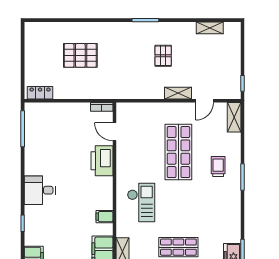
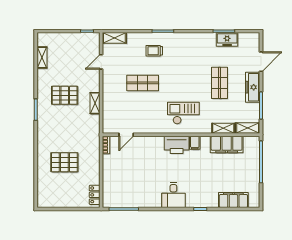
pallet: (80, 55) -> (64, 162), turned 90
pallet: (163, 56) -> (65, 95), width x1.50, depth x1.42
shelving: (178, 93) -> (95, 103), moved
door: (204, 101) -> (101, 62), swing flipped
shop shelf: (178, 152) -> (143, 83), width x0.70, depth x0.74
printer: (102, 161) -> (177, 145), moved

